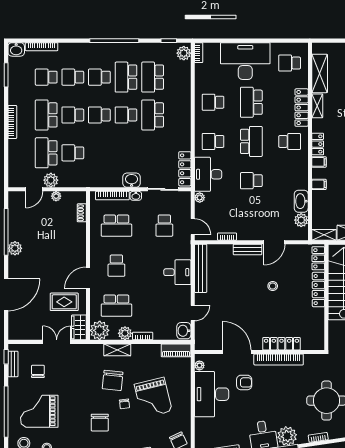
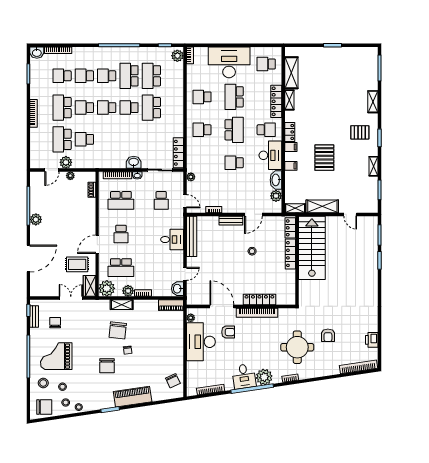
desk: (208, 174) -> (270, 155), moved, turned 180
grand piano: (153, 398) -> (152, 345), removed

